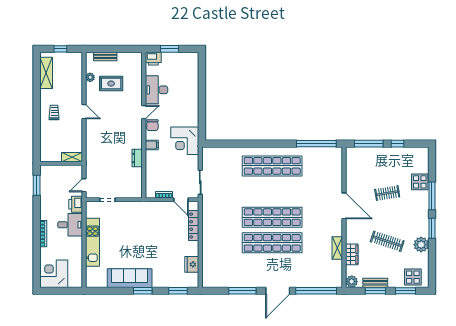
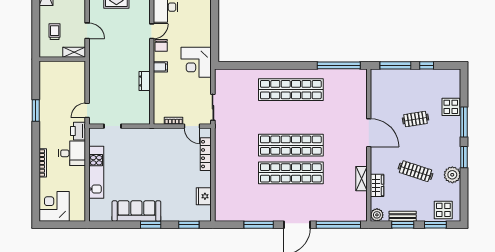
shelving: (72, 157) -> (74, 52), moved
wall: (61, 163) -> (62, 59), moved

